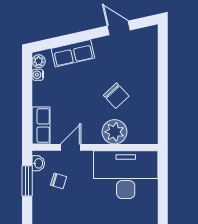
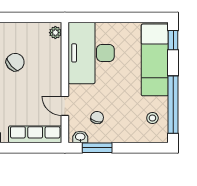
row of seats: (41, 125) -> (35, 134), width x1.48
plant: (115, 132) -> (55, 33), moved, width x0.53, depth x0.53

